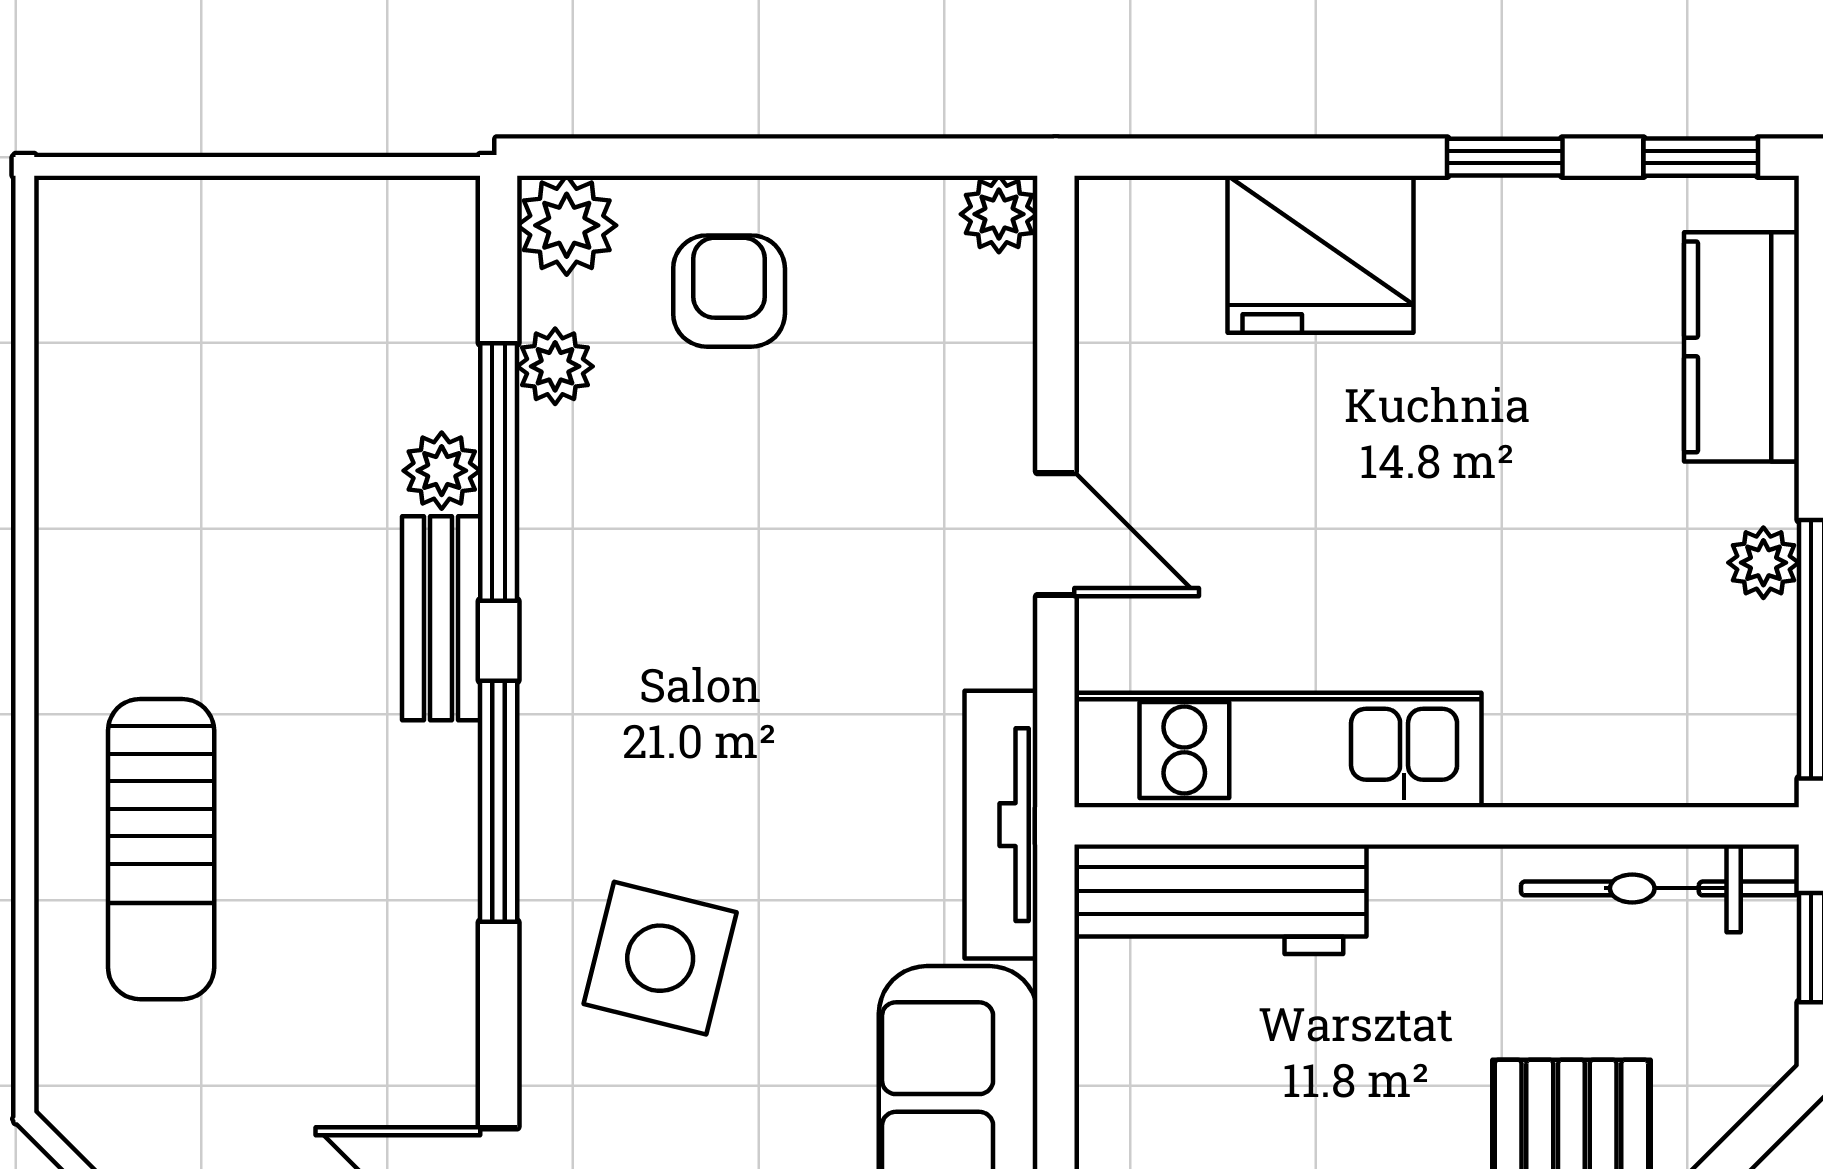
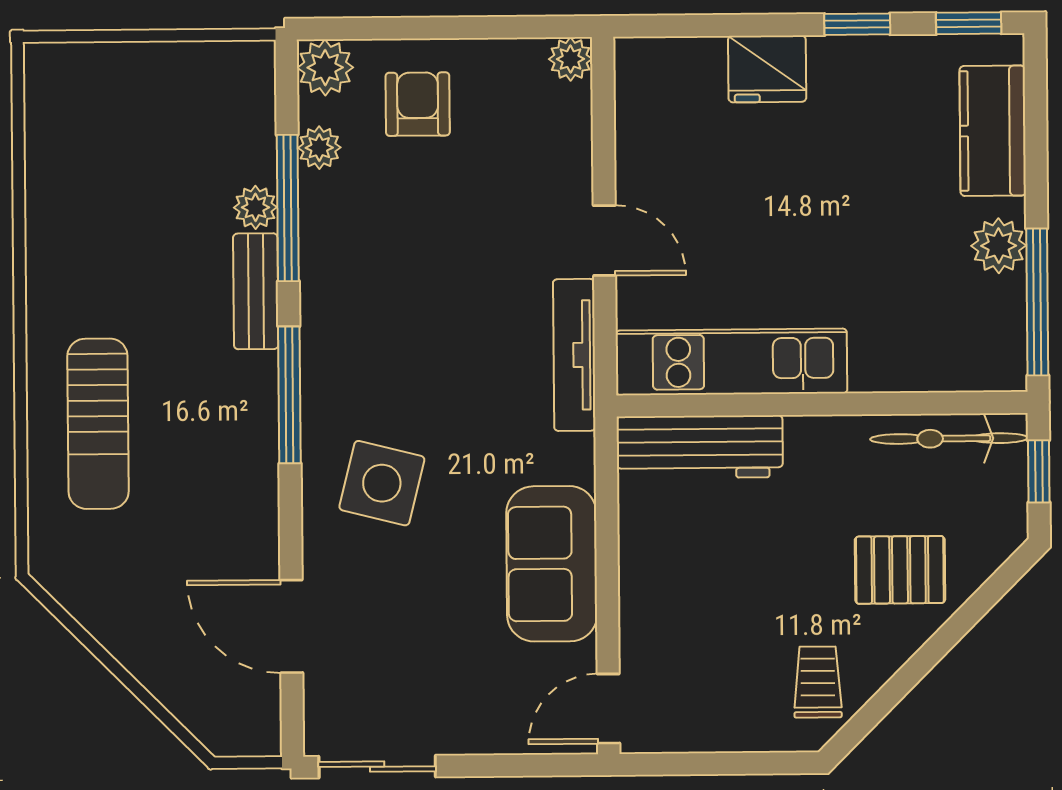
fridge: (1321, 254) -> (767, 69), width x0.73, depth x0.75
plant: (1763, 563) -> (999, 246), width x1.38, depth x1.38
tv unit: (1001, 825) -> (574, 355), moved

